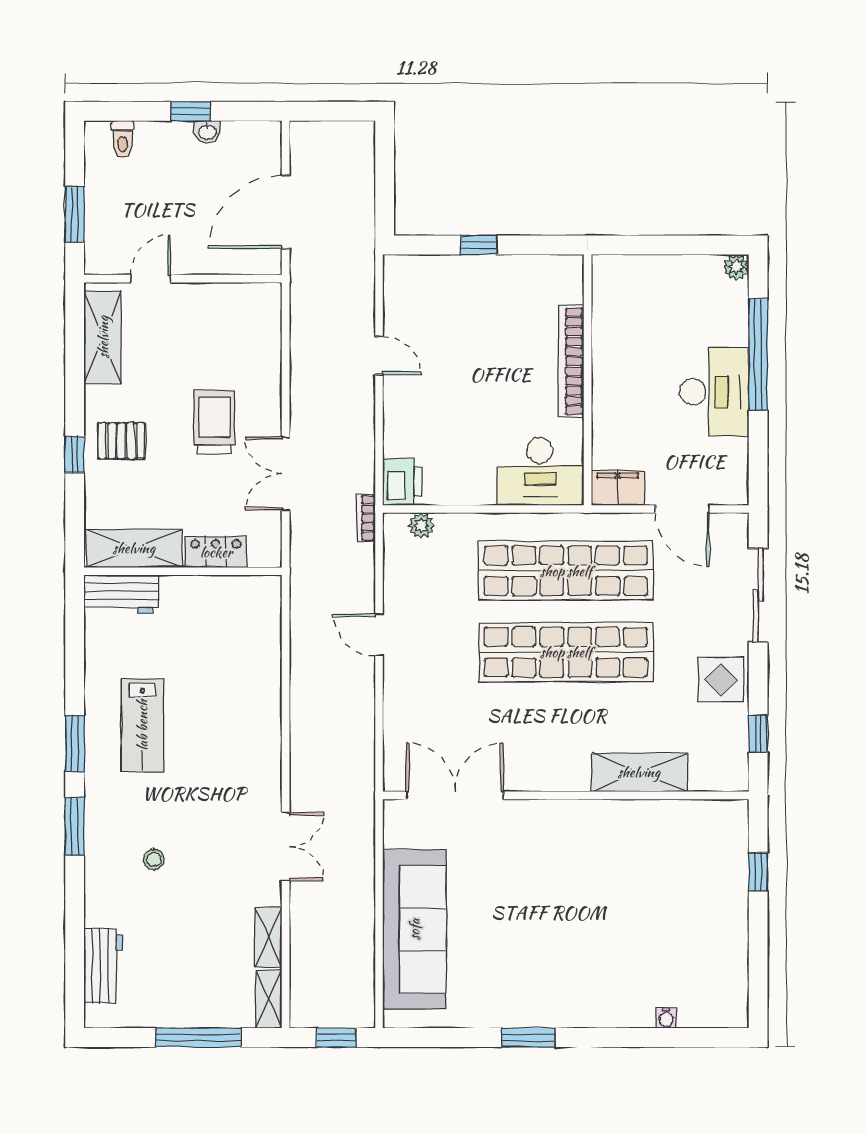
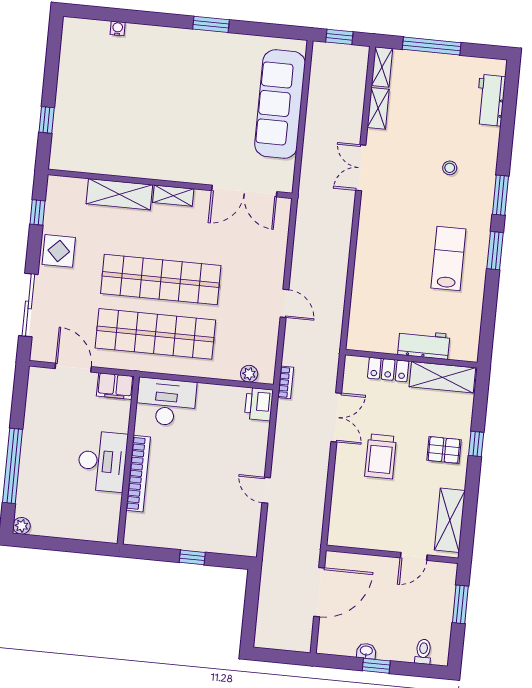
desk: (714, 392) -> (102, 461), moved, turned 180
workbench: (121, 594) -> (424, 344), moved
shelving: (559, 778) -> (173, 196), added

